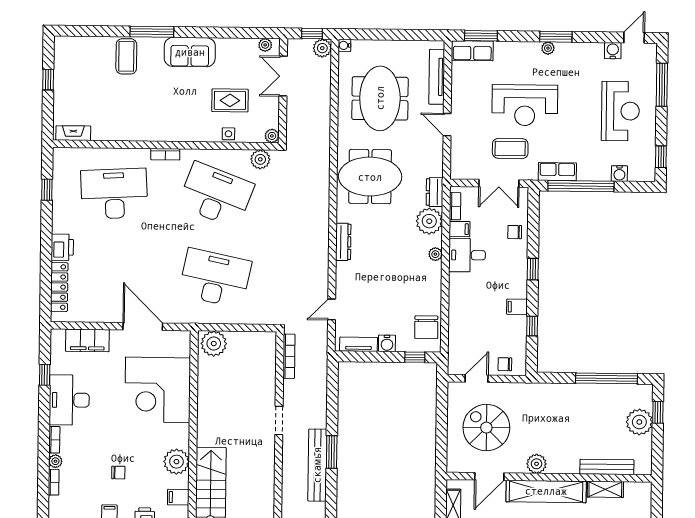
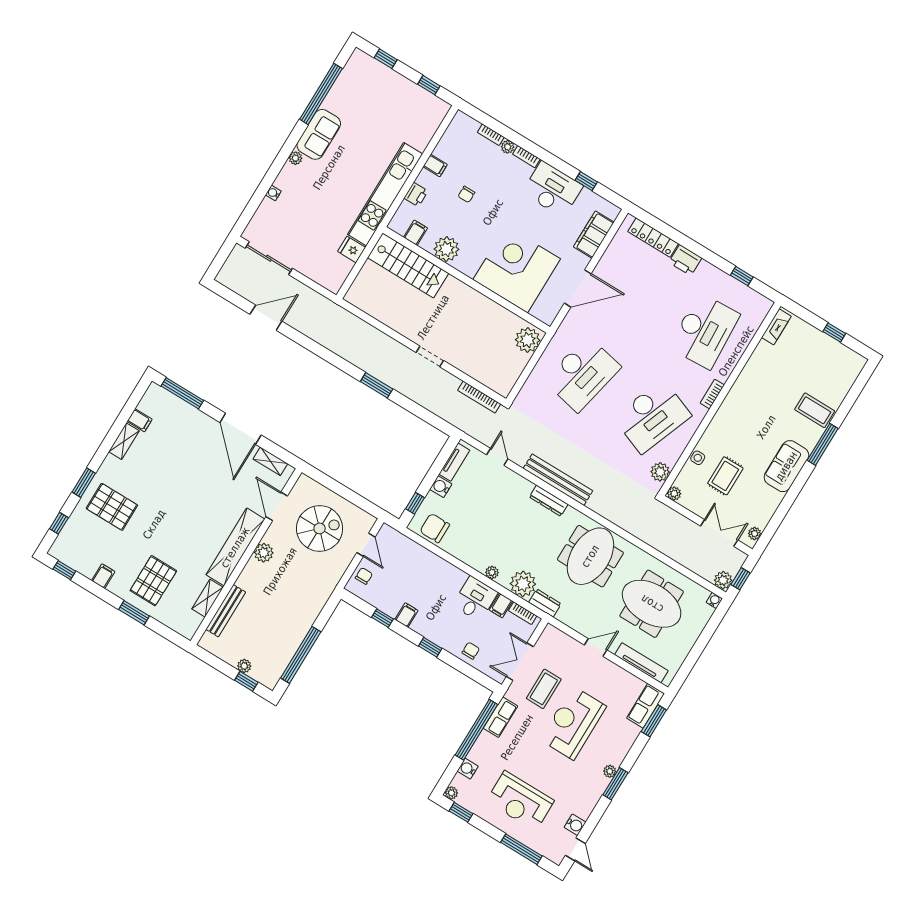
plant: (649, 175) -> (451, 793), added
plant: (639, 422) -> (244, 666), width x0.53, depth x0.53
bench: (317, 465) -> (558, 480), moved

